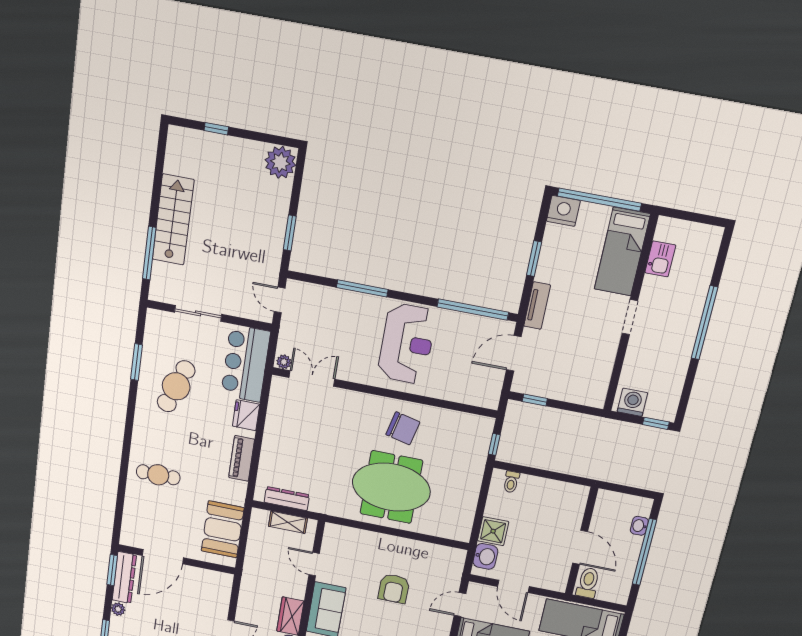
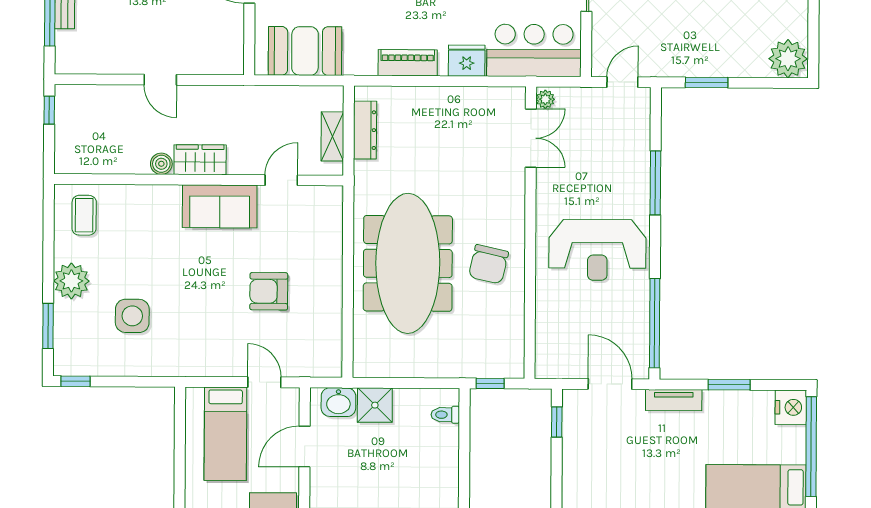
meeting table: (391, 487) -> (408, 263), width x1.36

